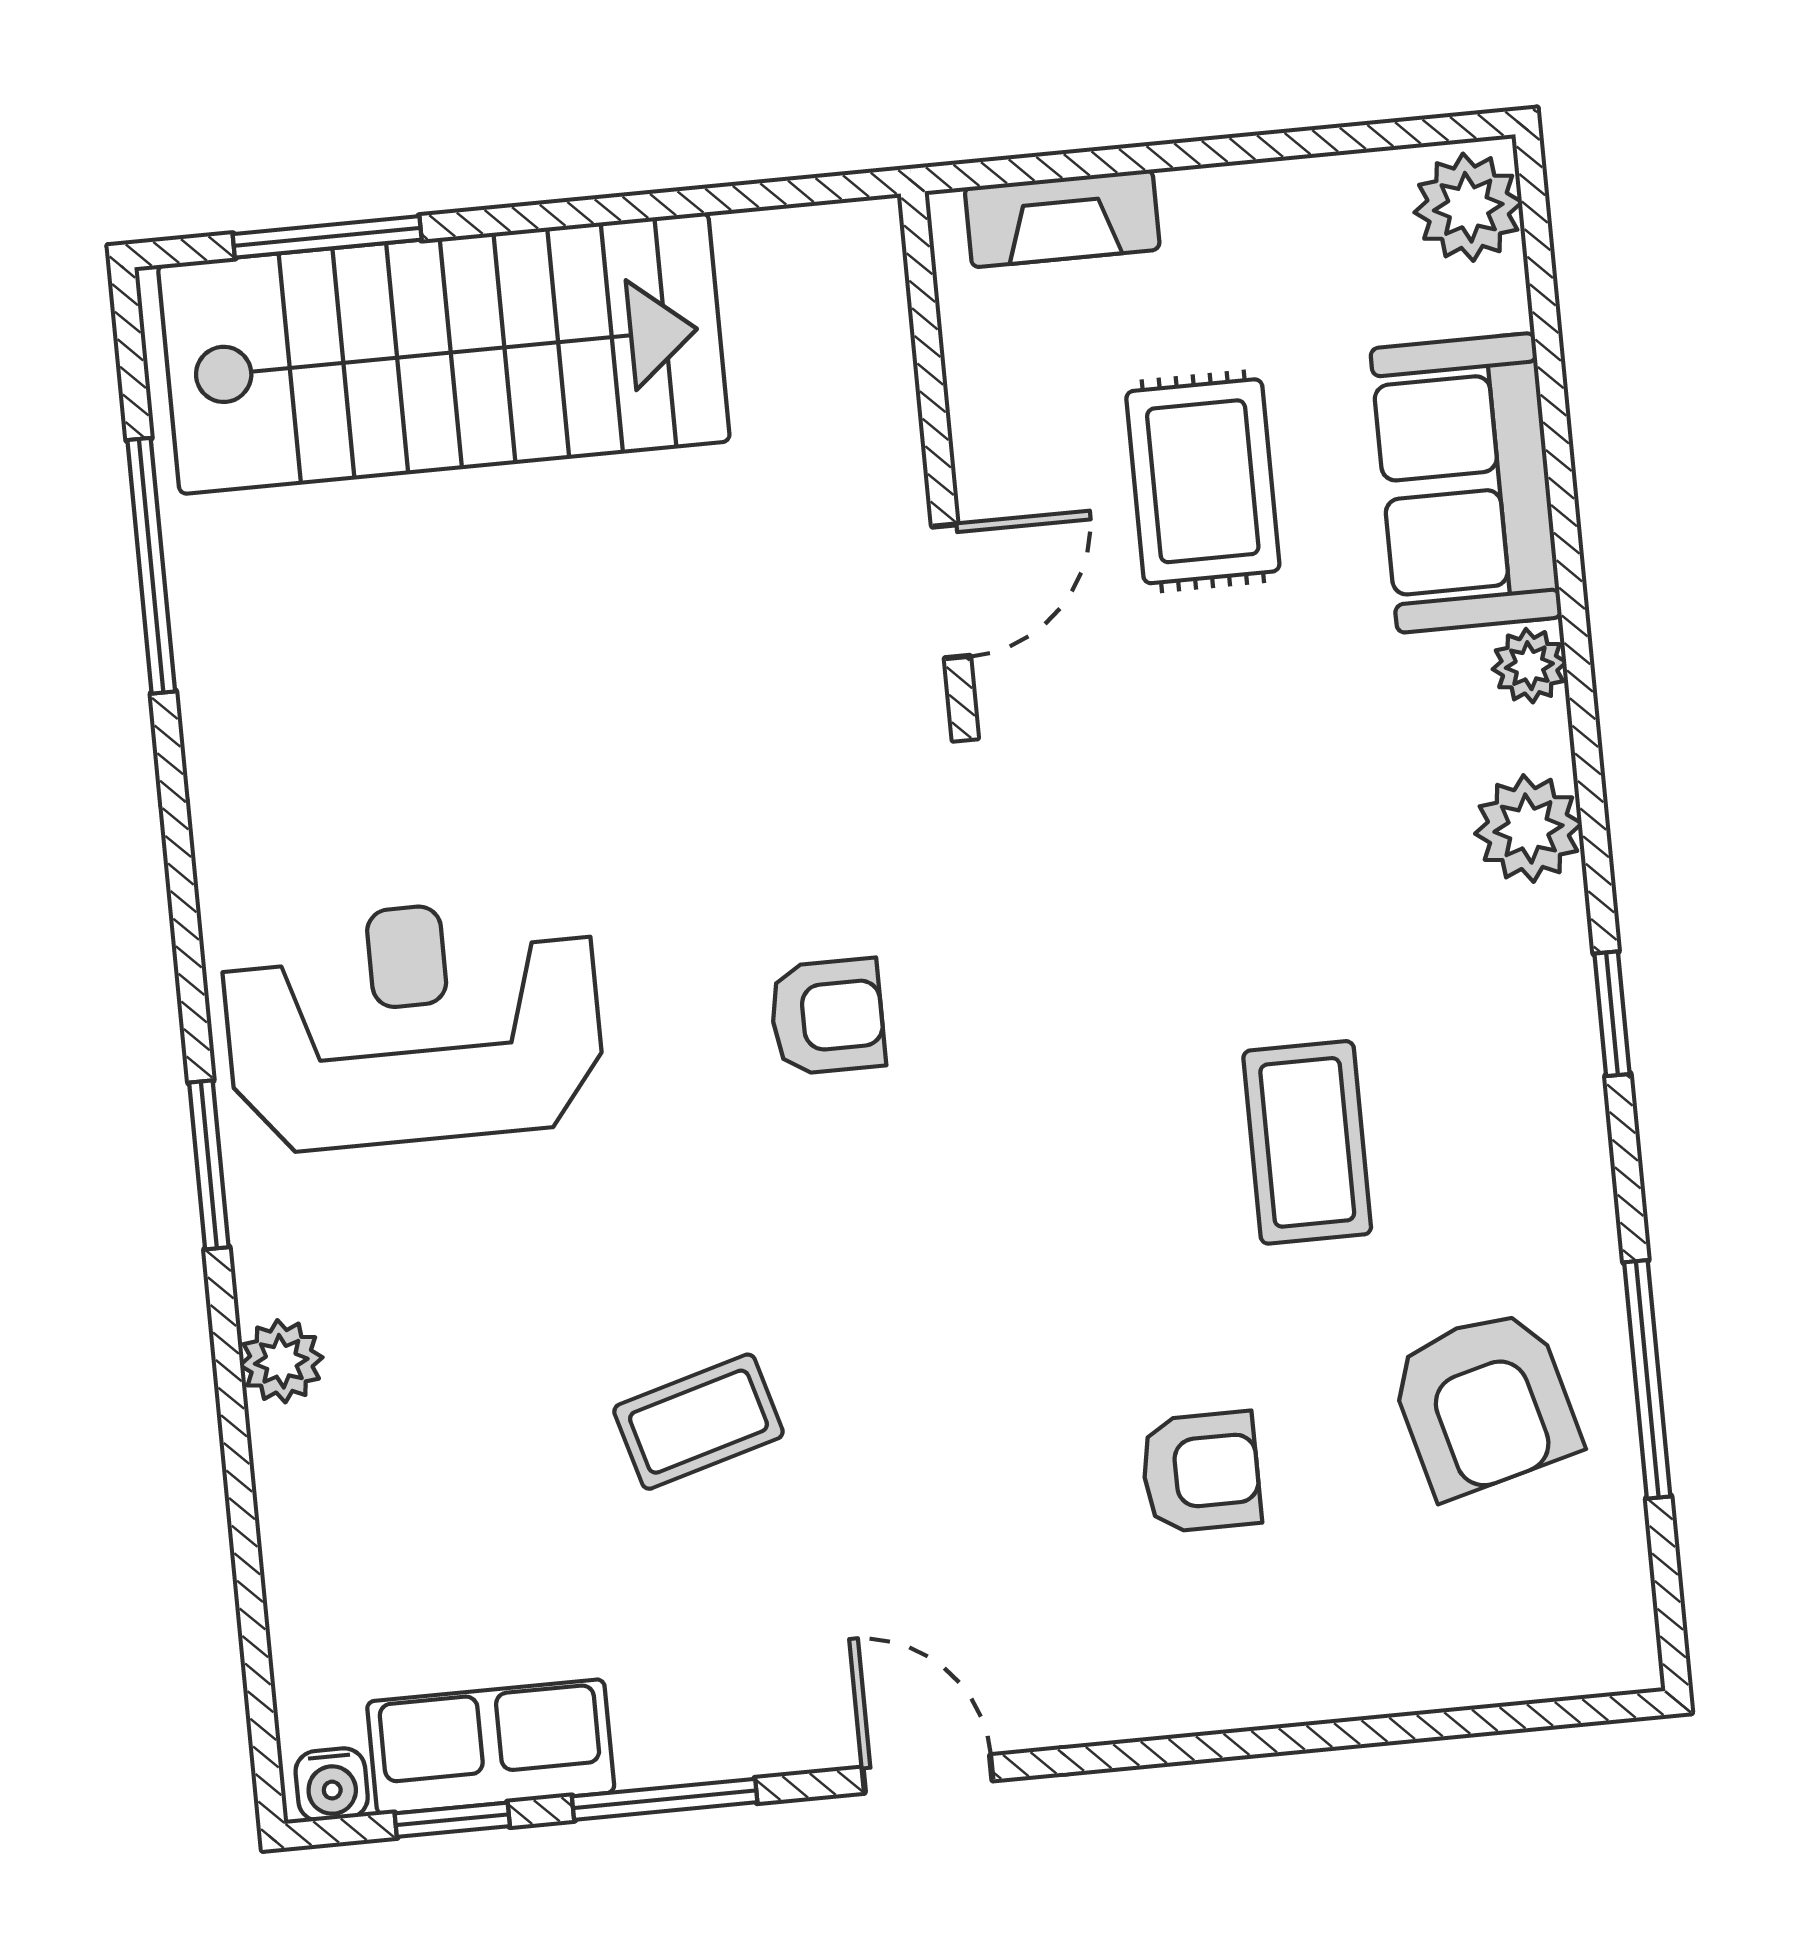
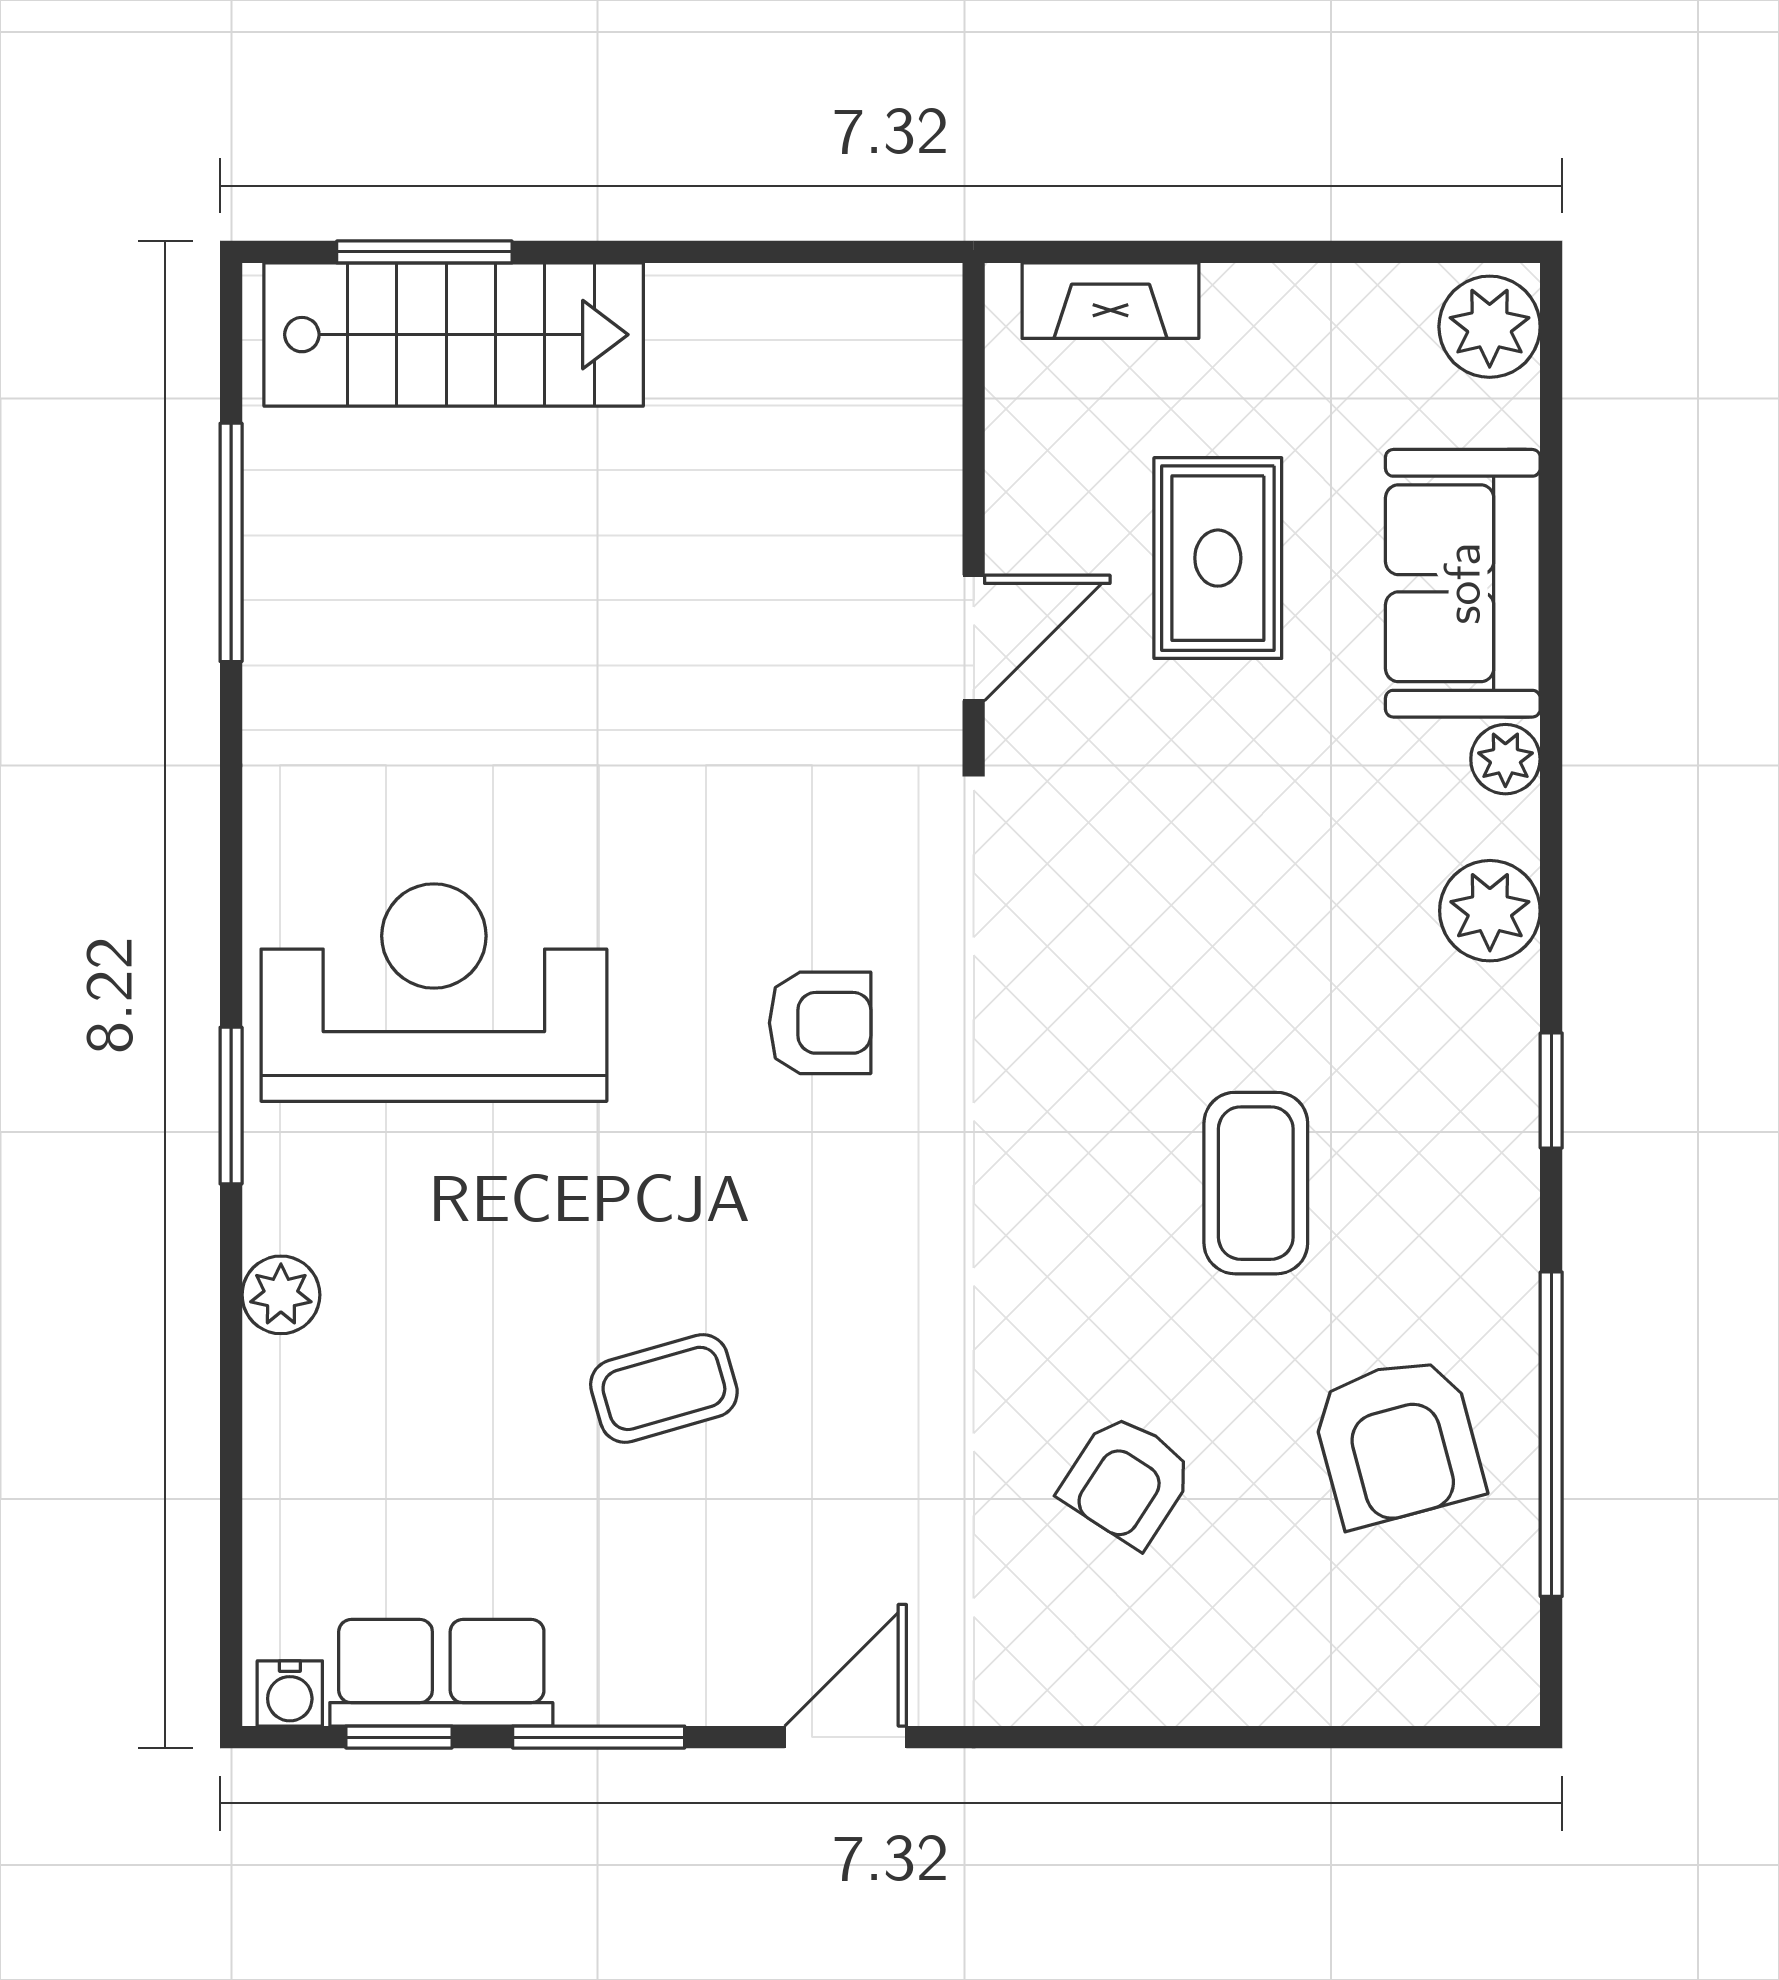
stairs: (444, 353) -> (454, 335), width x0.73, depth x0.66
window: (1647, 1379) -> (1551, 1434), width x1.46
armchair: (1201, 1472) -> (1127, 1480), turned 123
door: (927, 1774) -> (846, 1737), hinge flipped

